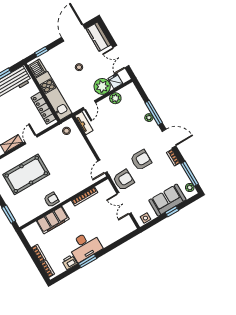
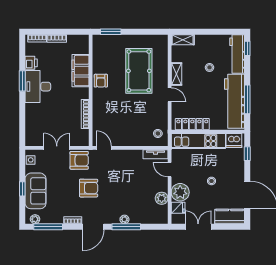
armchair: (141, 160) -> (89, 188), turned -90
armchair: (123, 180) -> (79, 160), turned -88

